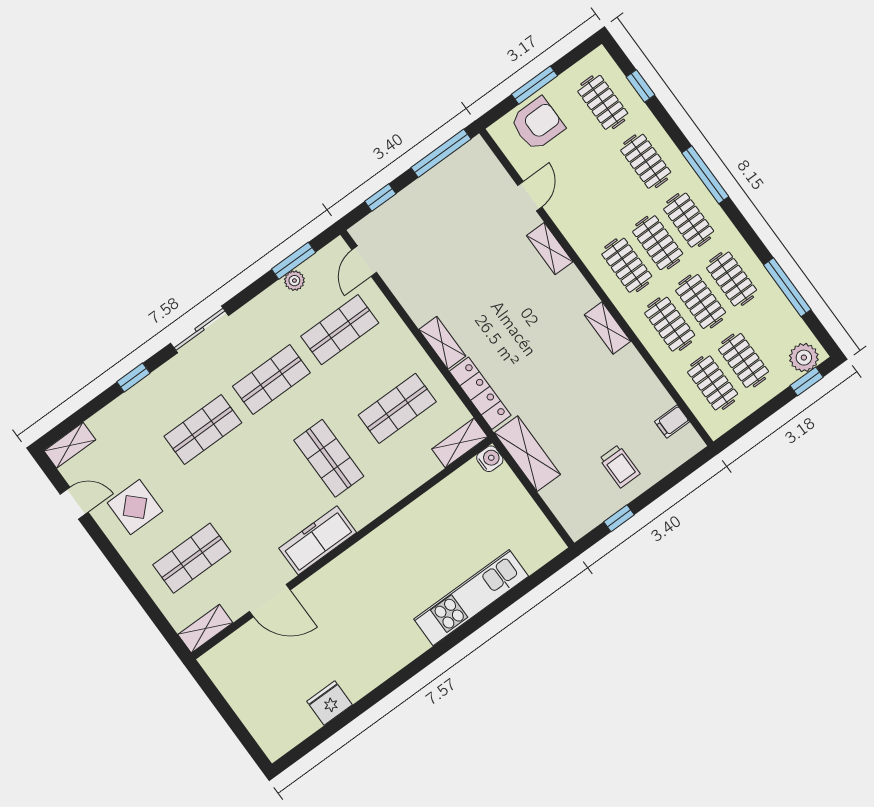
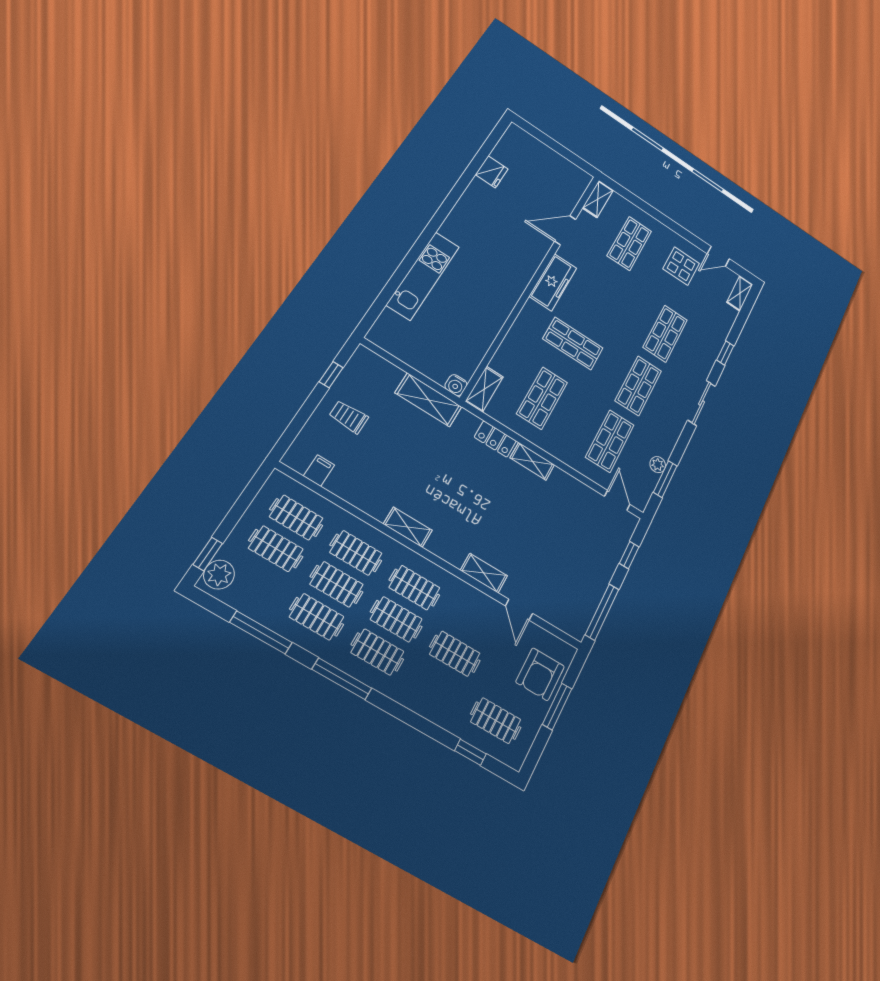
clothes rail: (646, 161) -> (455, 654), moved
window: (705, 175) -> (342, 679), moved
locker: (480, 393) -> (495, 439), width x0.66

